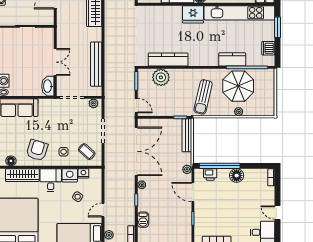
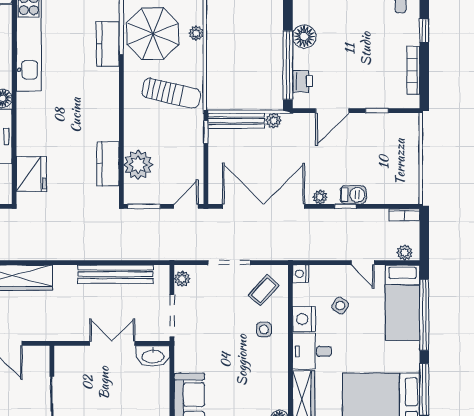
fridge: (193, 14) -> (31, 174), moved
kitchen counter: (168, 59) -> (108, 164), width x0.67
armchair: (37, 150) -> (261, 374), removed
plant: (187, 169) -> (274, 120), moved
nightstand: (83, 173) -> (301, 274), moved
barbecue: (143, 220) -> (353, 195), moved

